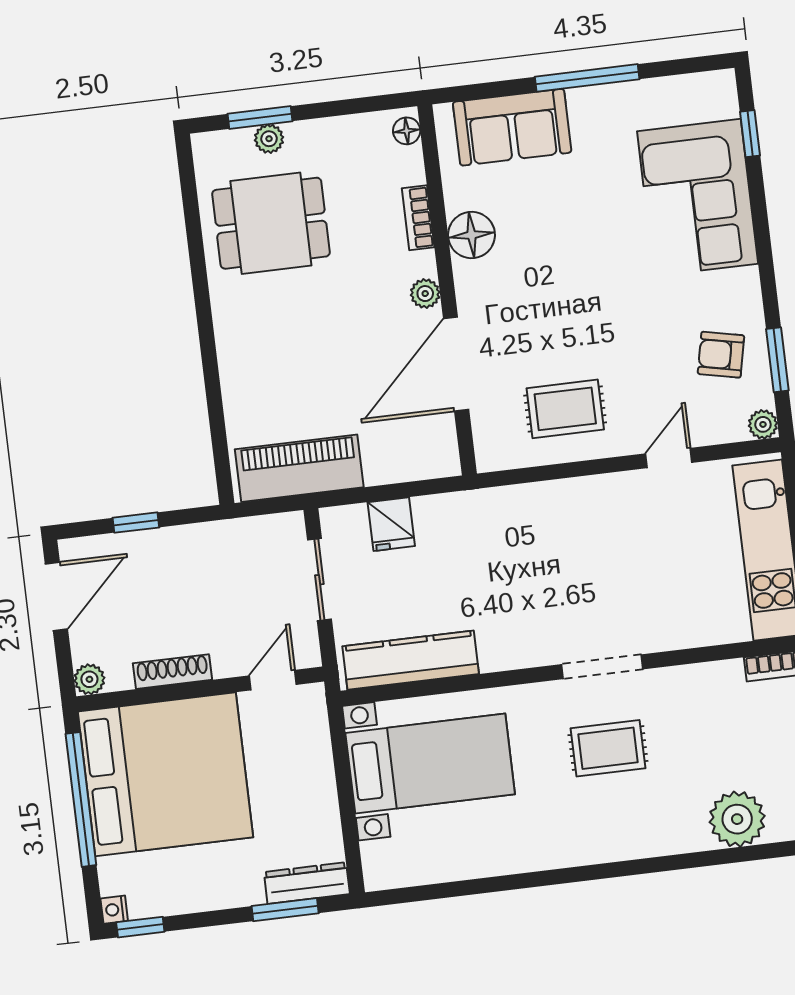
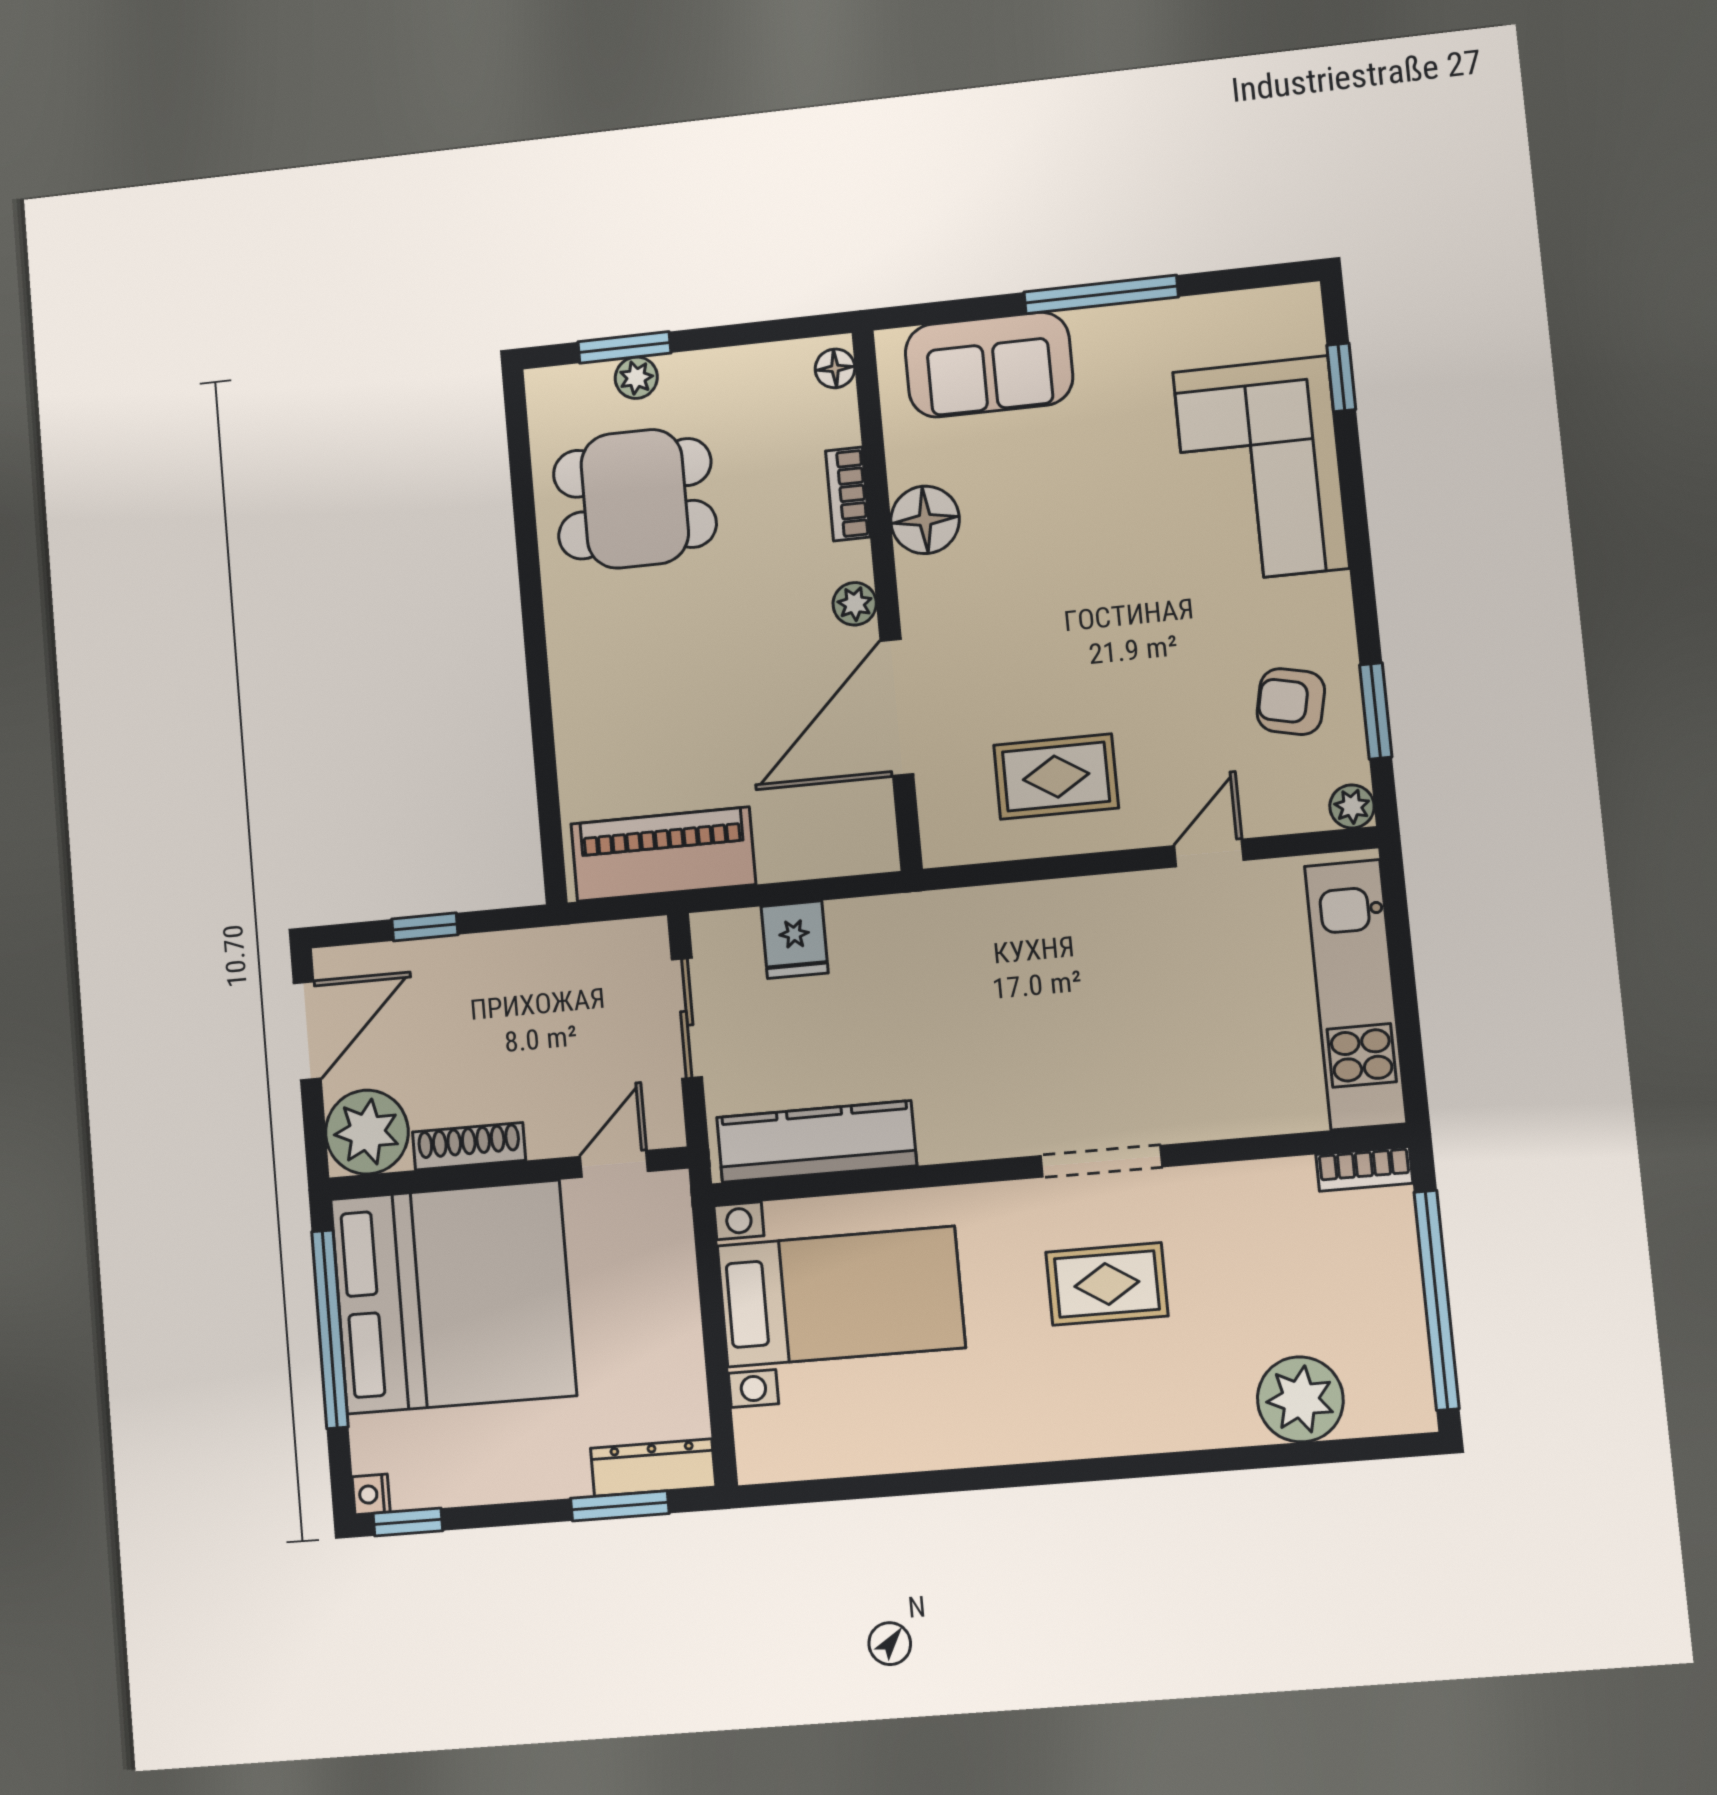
plant: (89, 679) -> (367, 1132), width x1.88, depth x1.88

